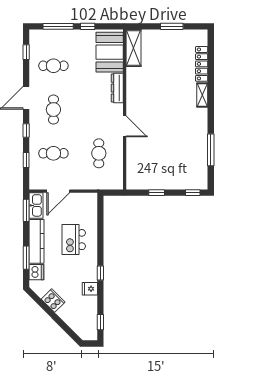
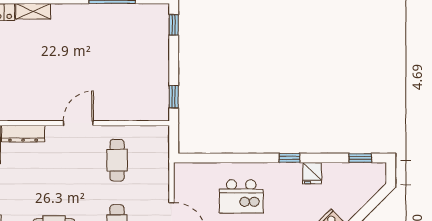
cafe table: (99, 153) -> (117, 160), turned 90
window: (157, 193) -> (174, 97), moved

